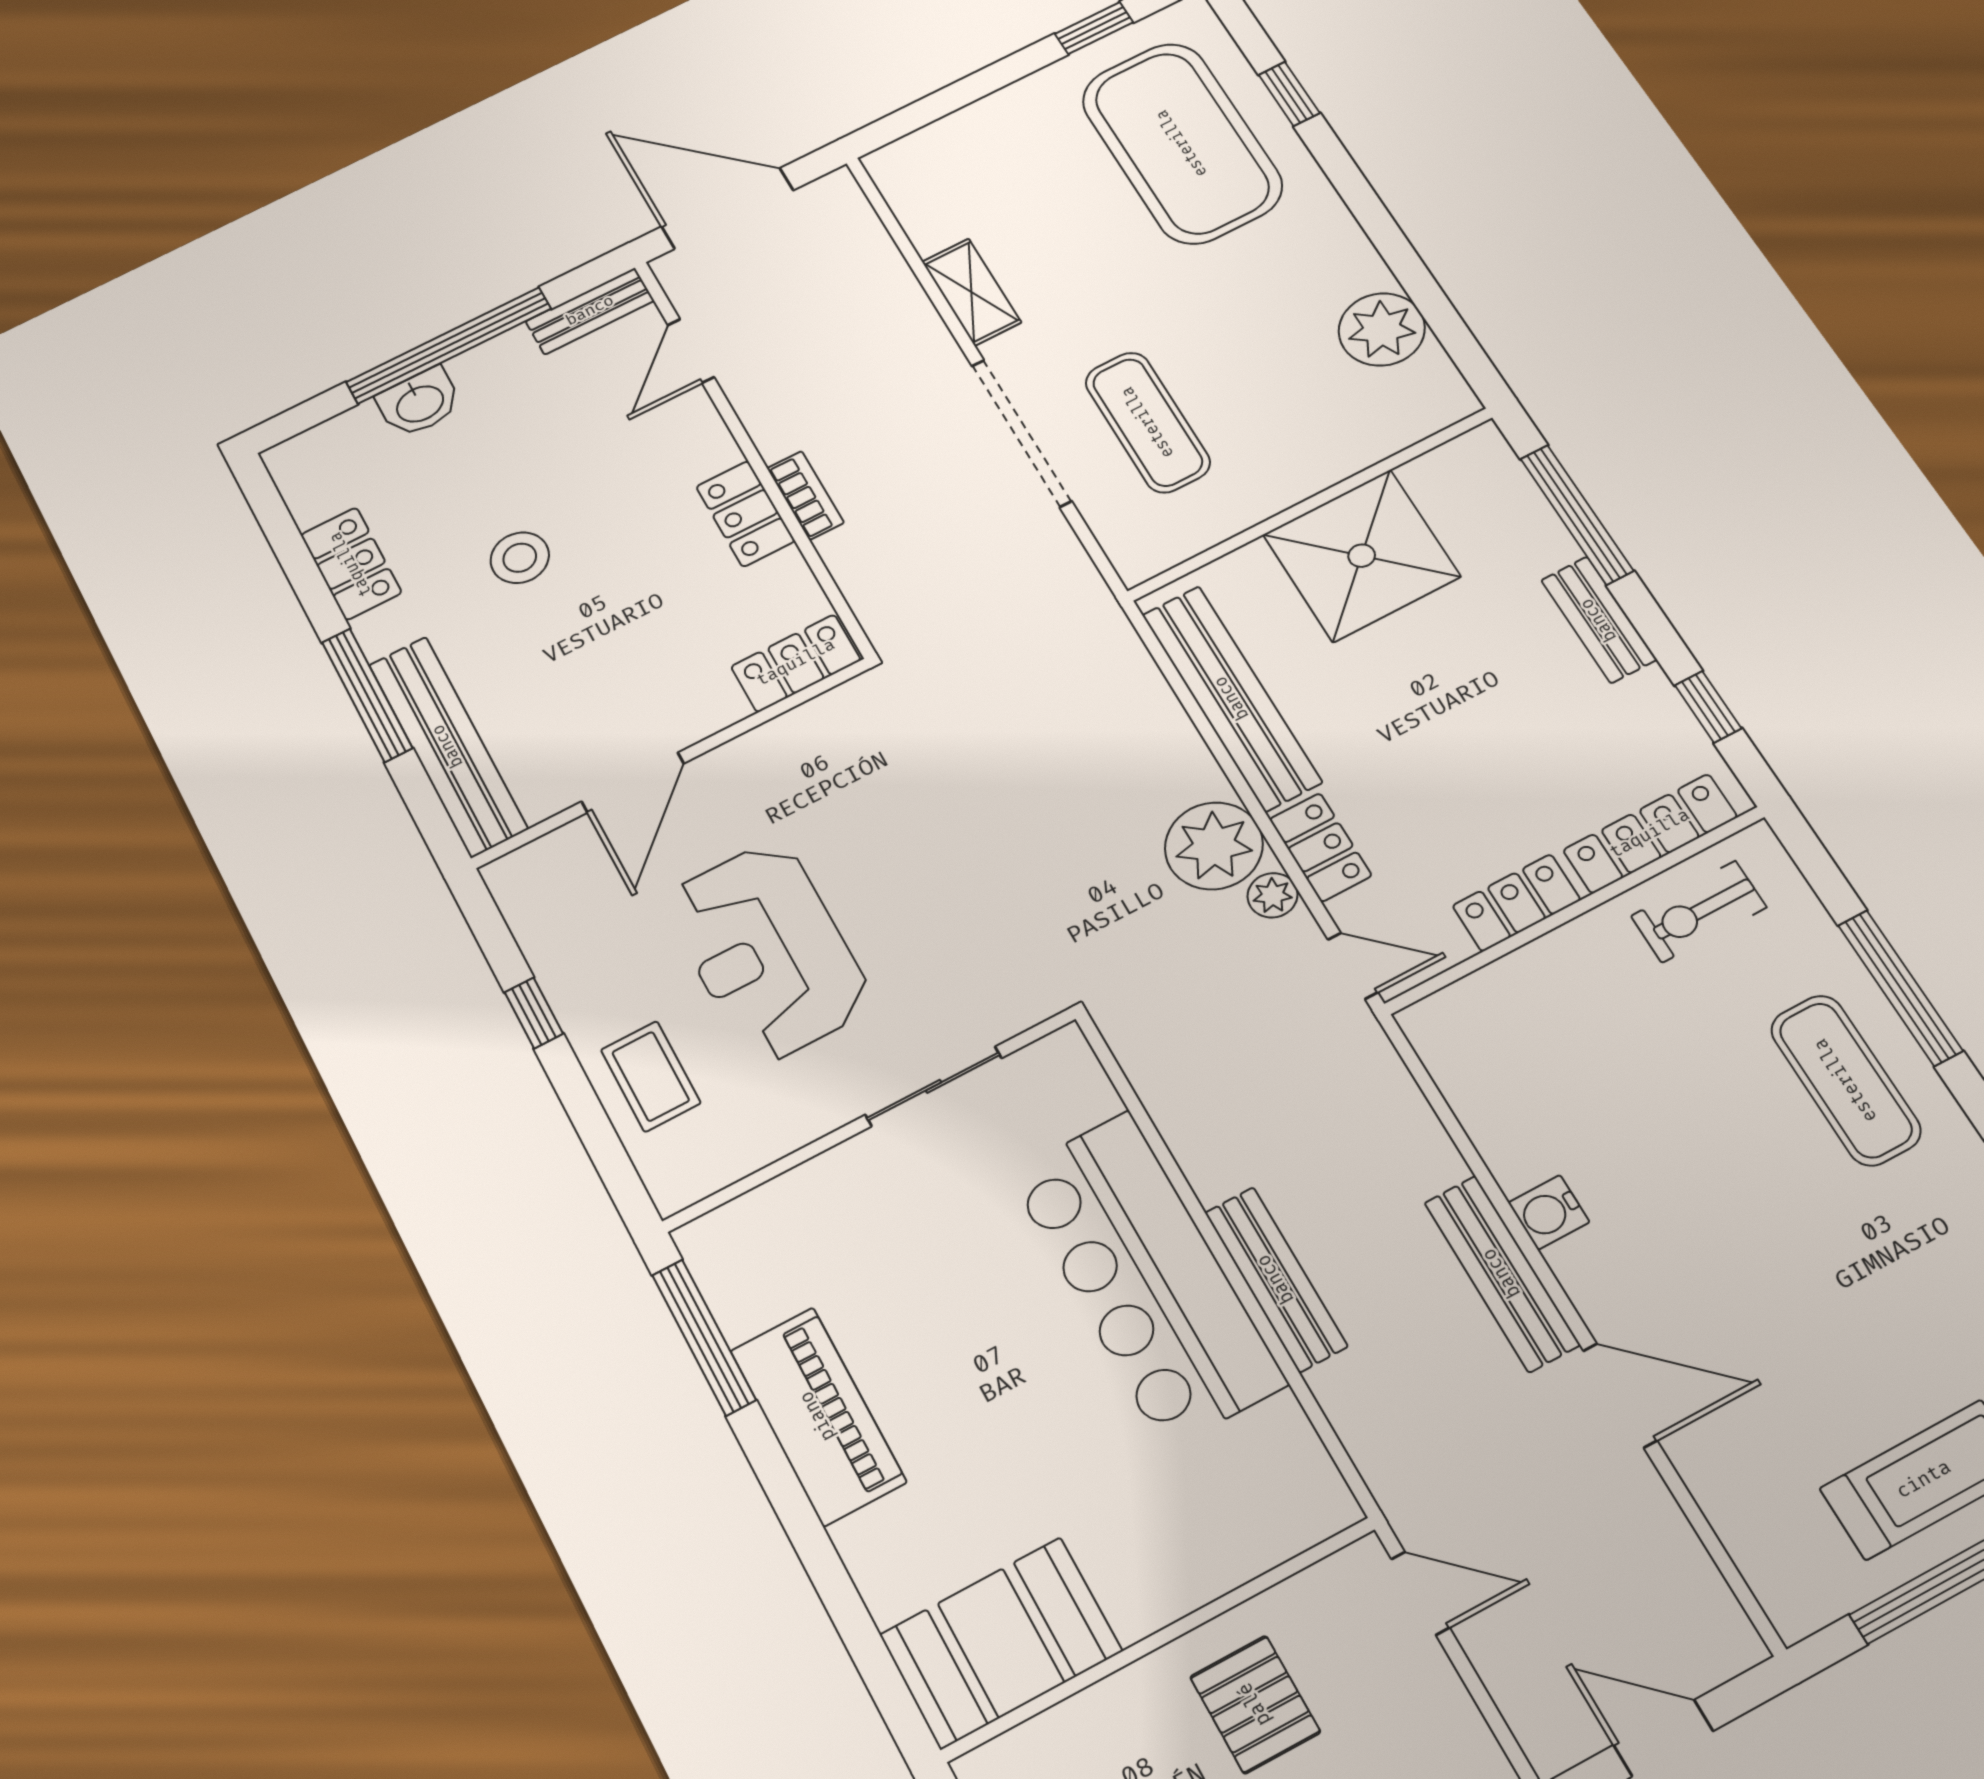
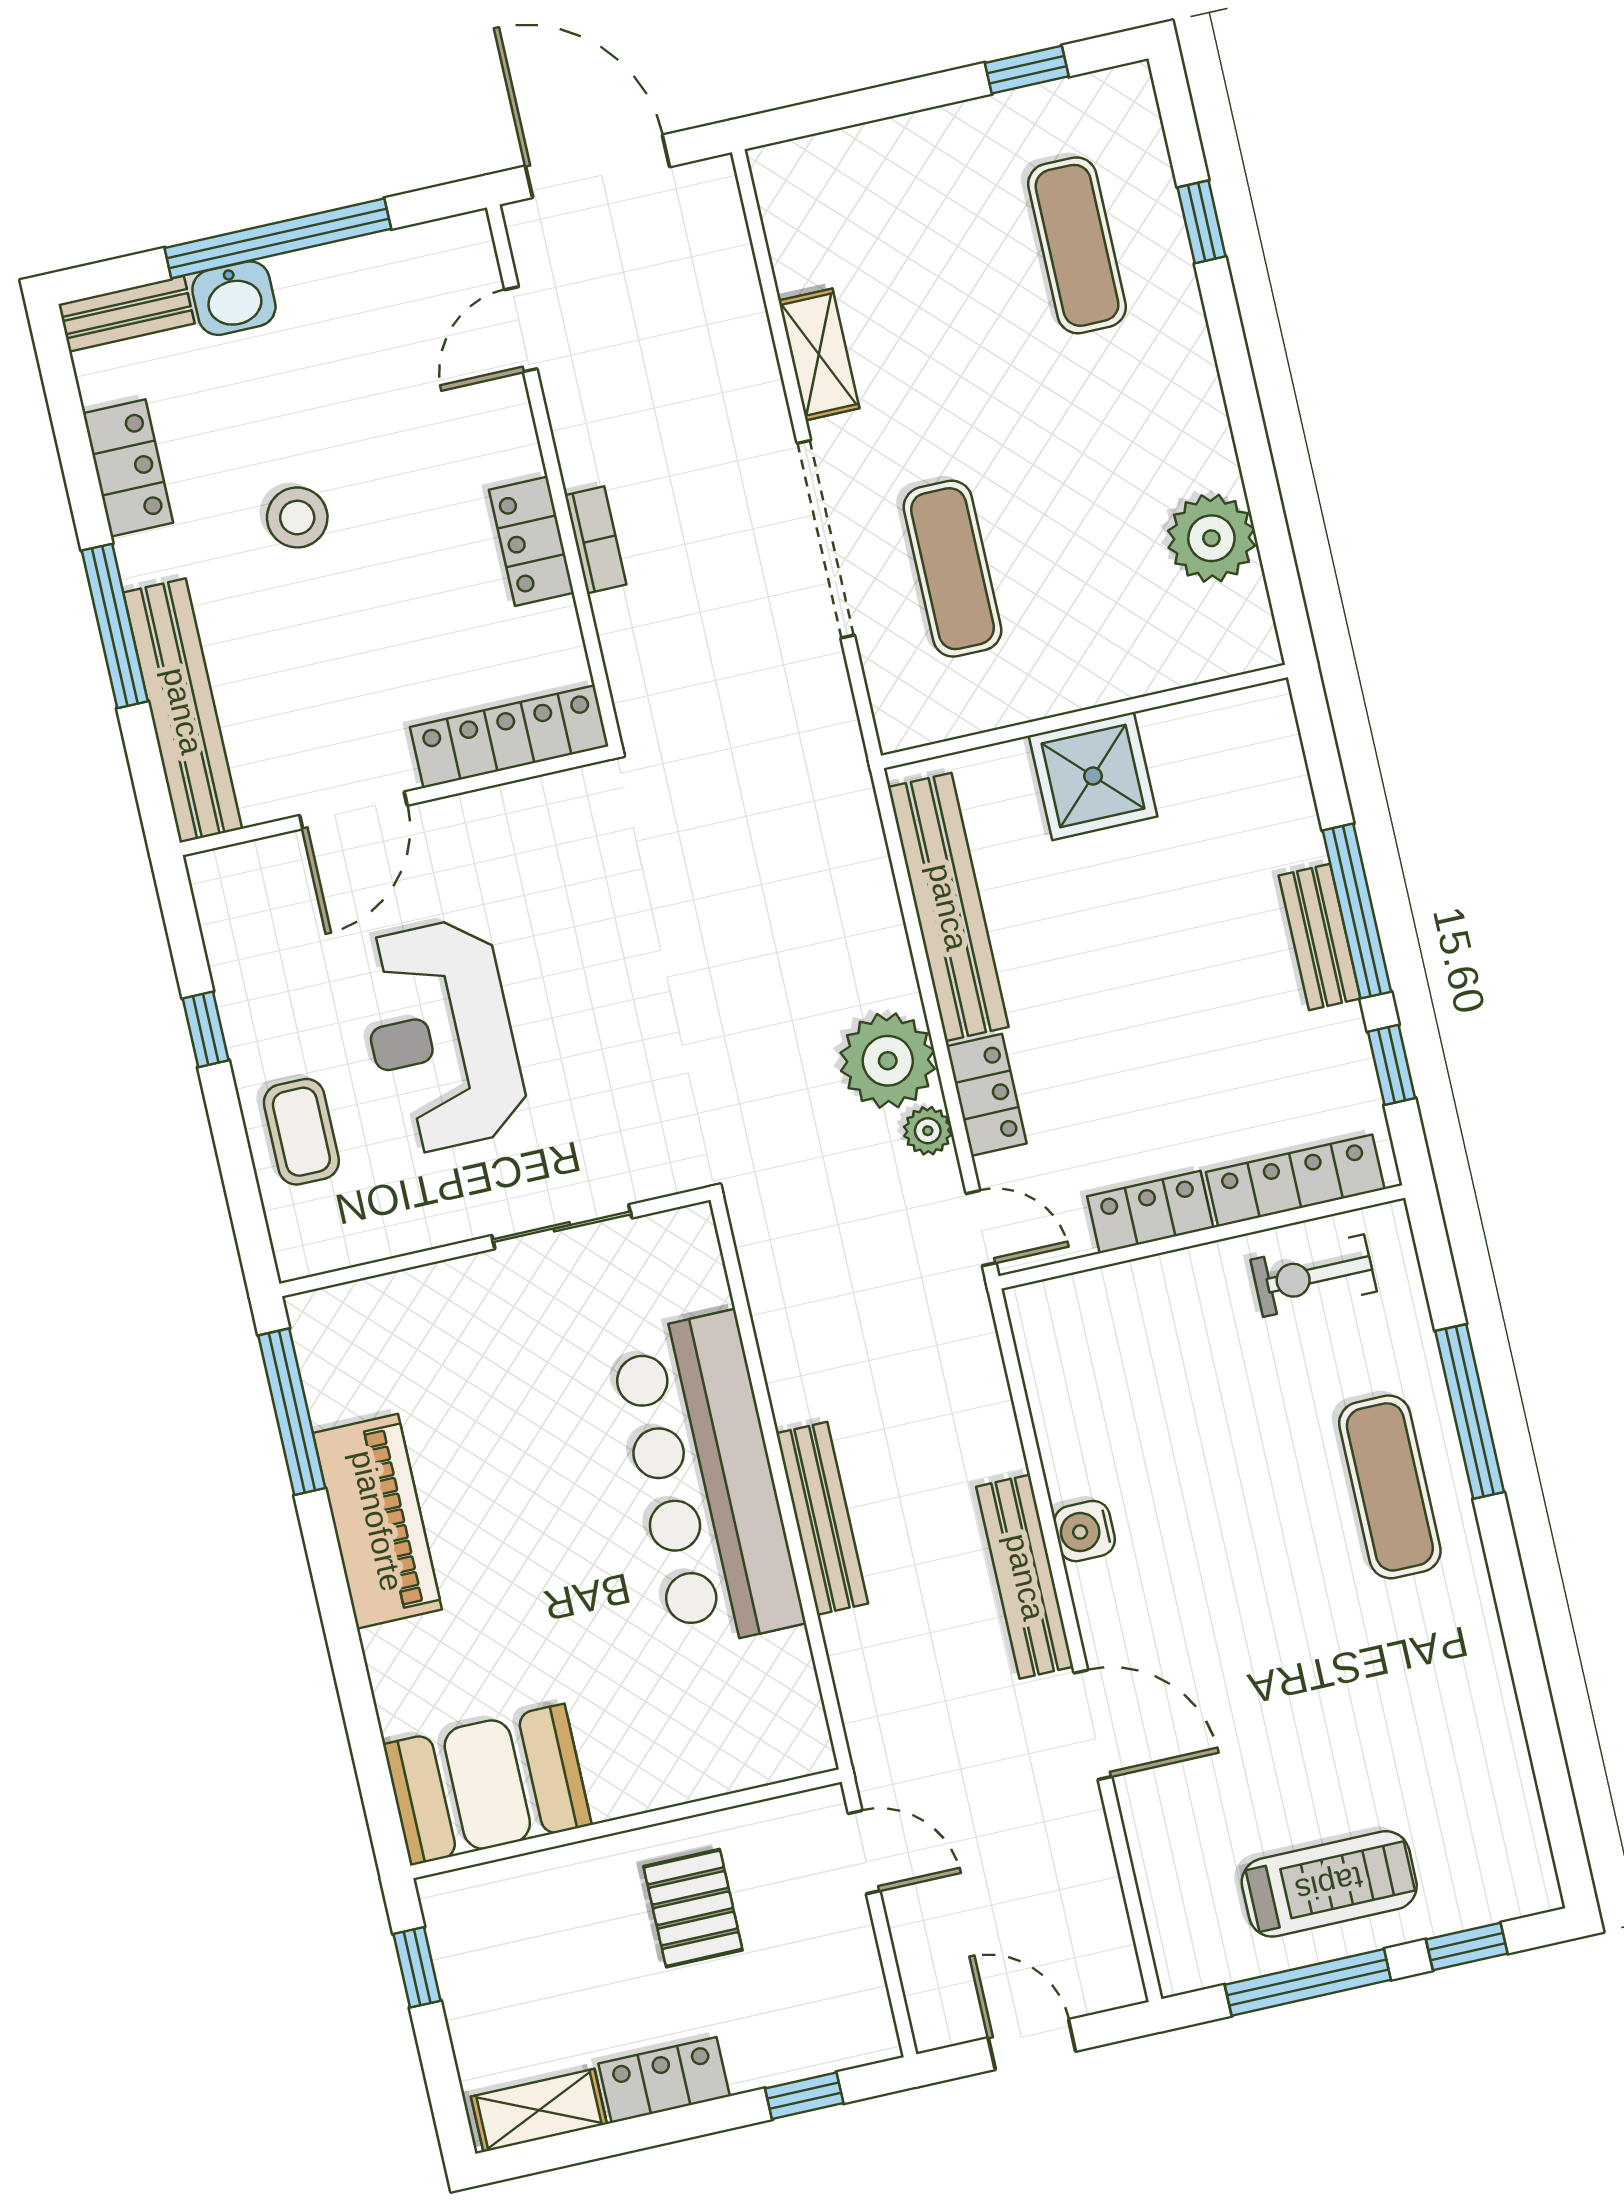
exercise mat: (1182, 143) -> (1077, 245), width x0.50, depth x0.69
bench: (590, 311) -> (126, 314), moved
window: (1577, 515) -> (1357, 911), moved
shower: (1362, 556) -> (1093, 776), width x0.73, depth x0.73
locker: (796, 663) -> (509, 737), width x1.53

